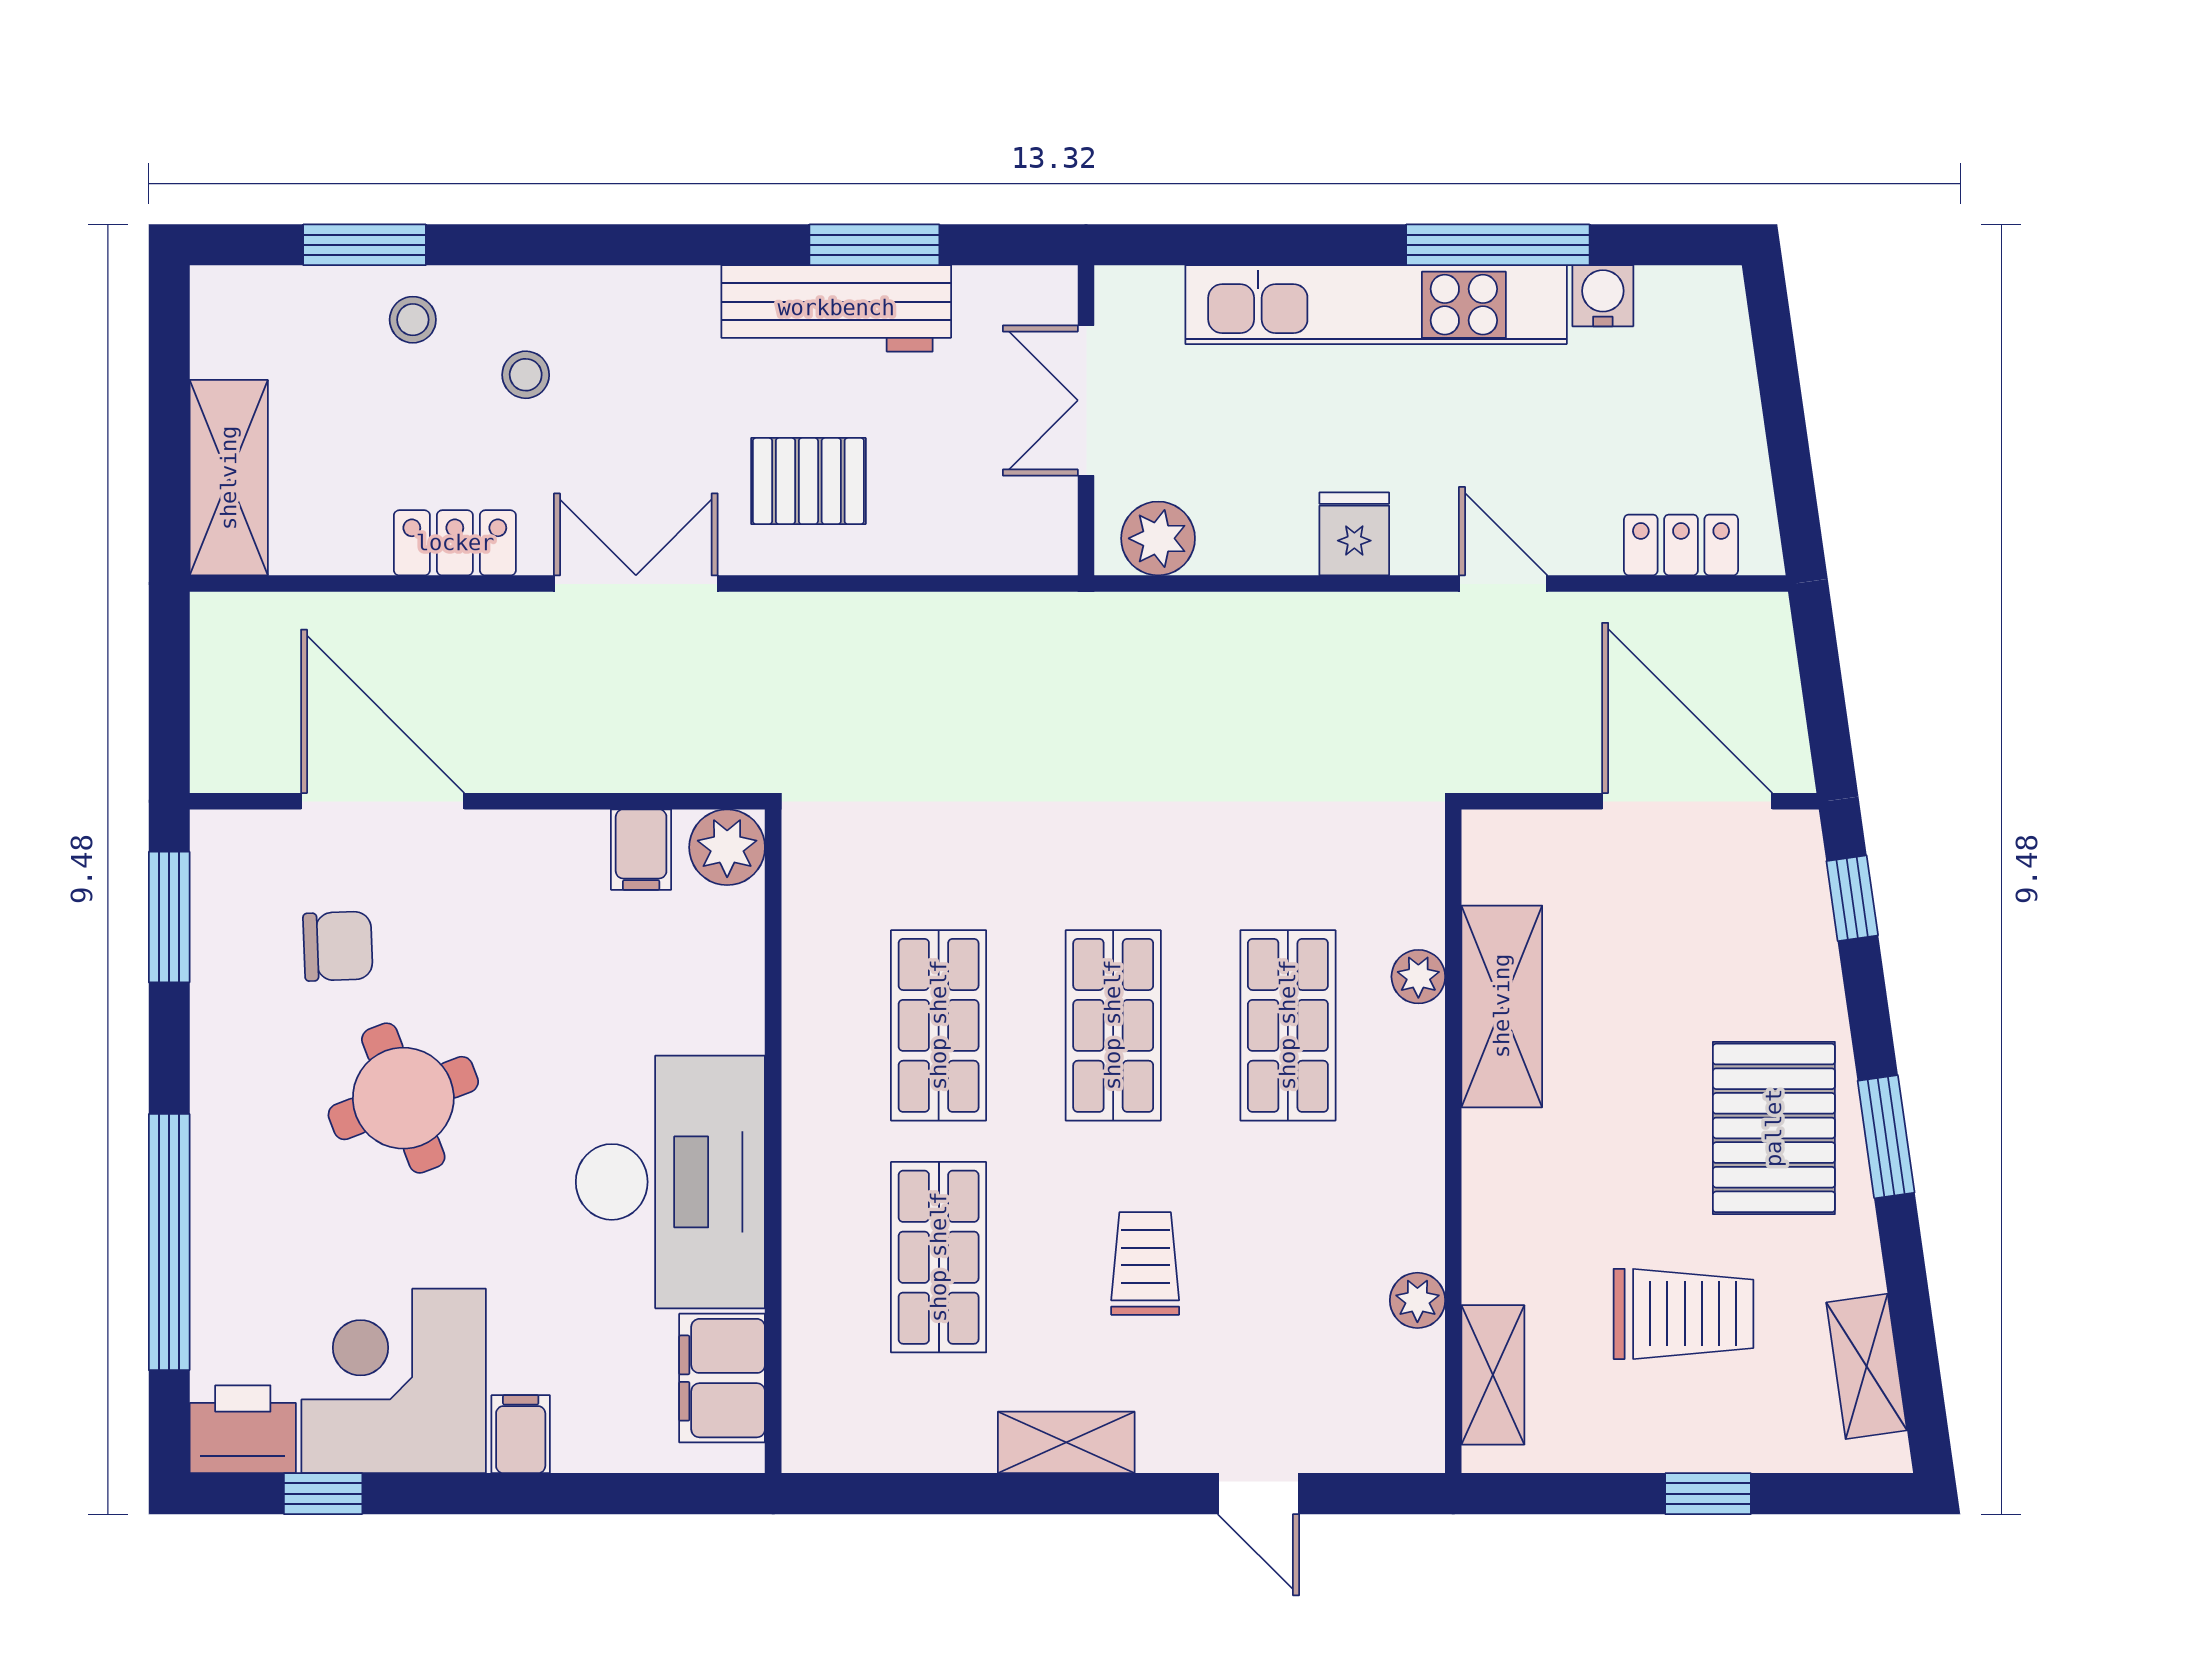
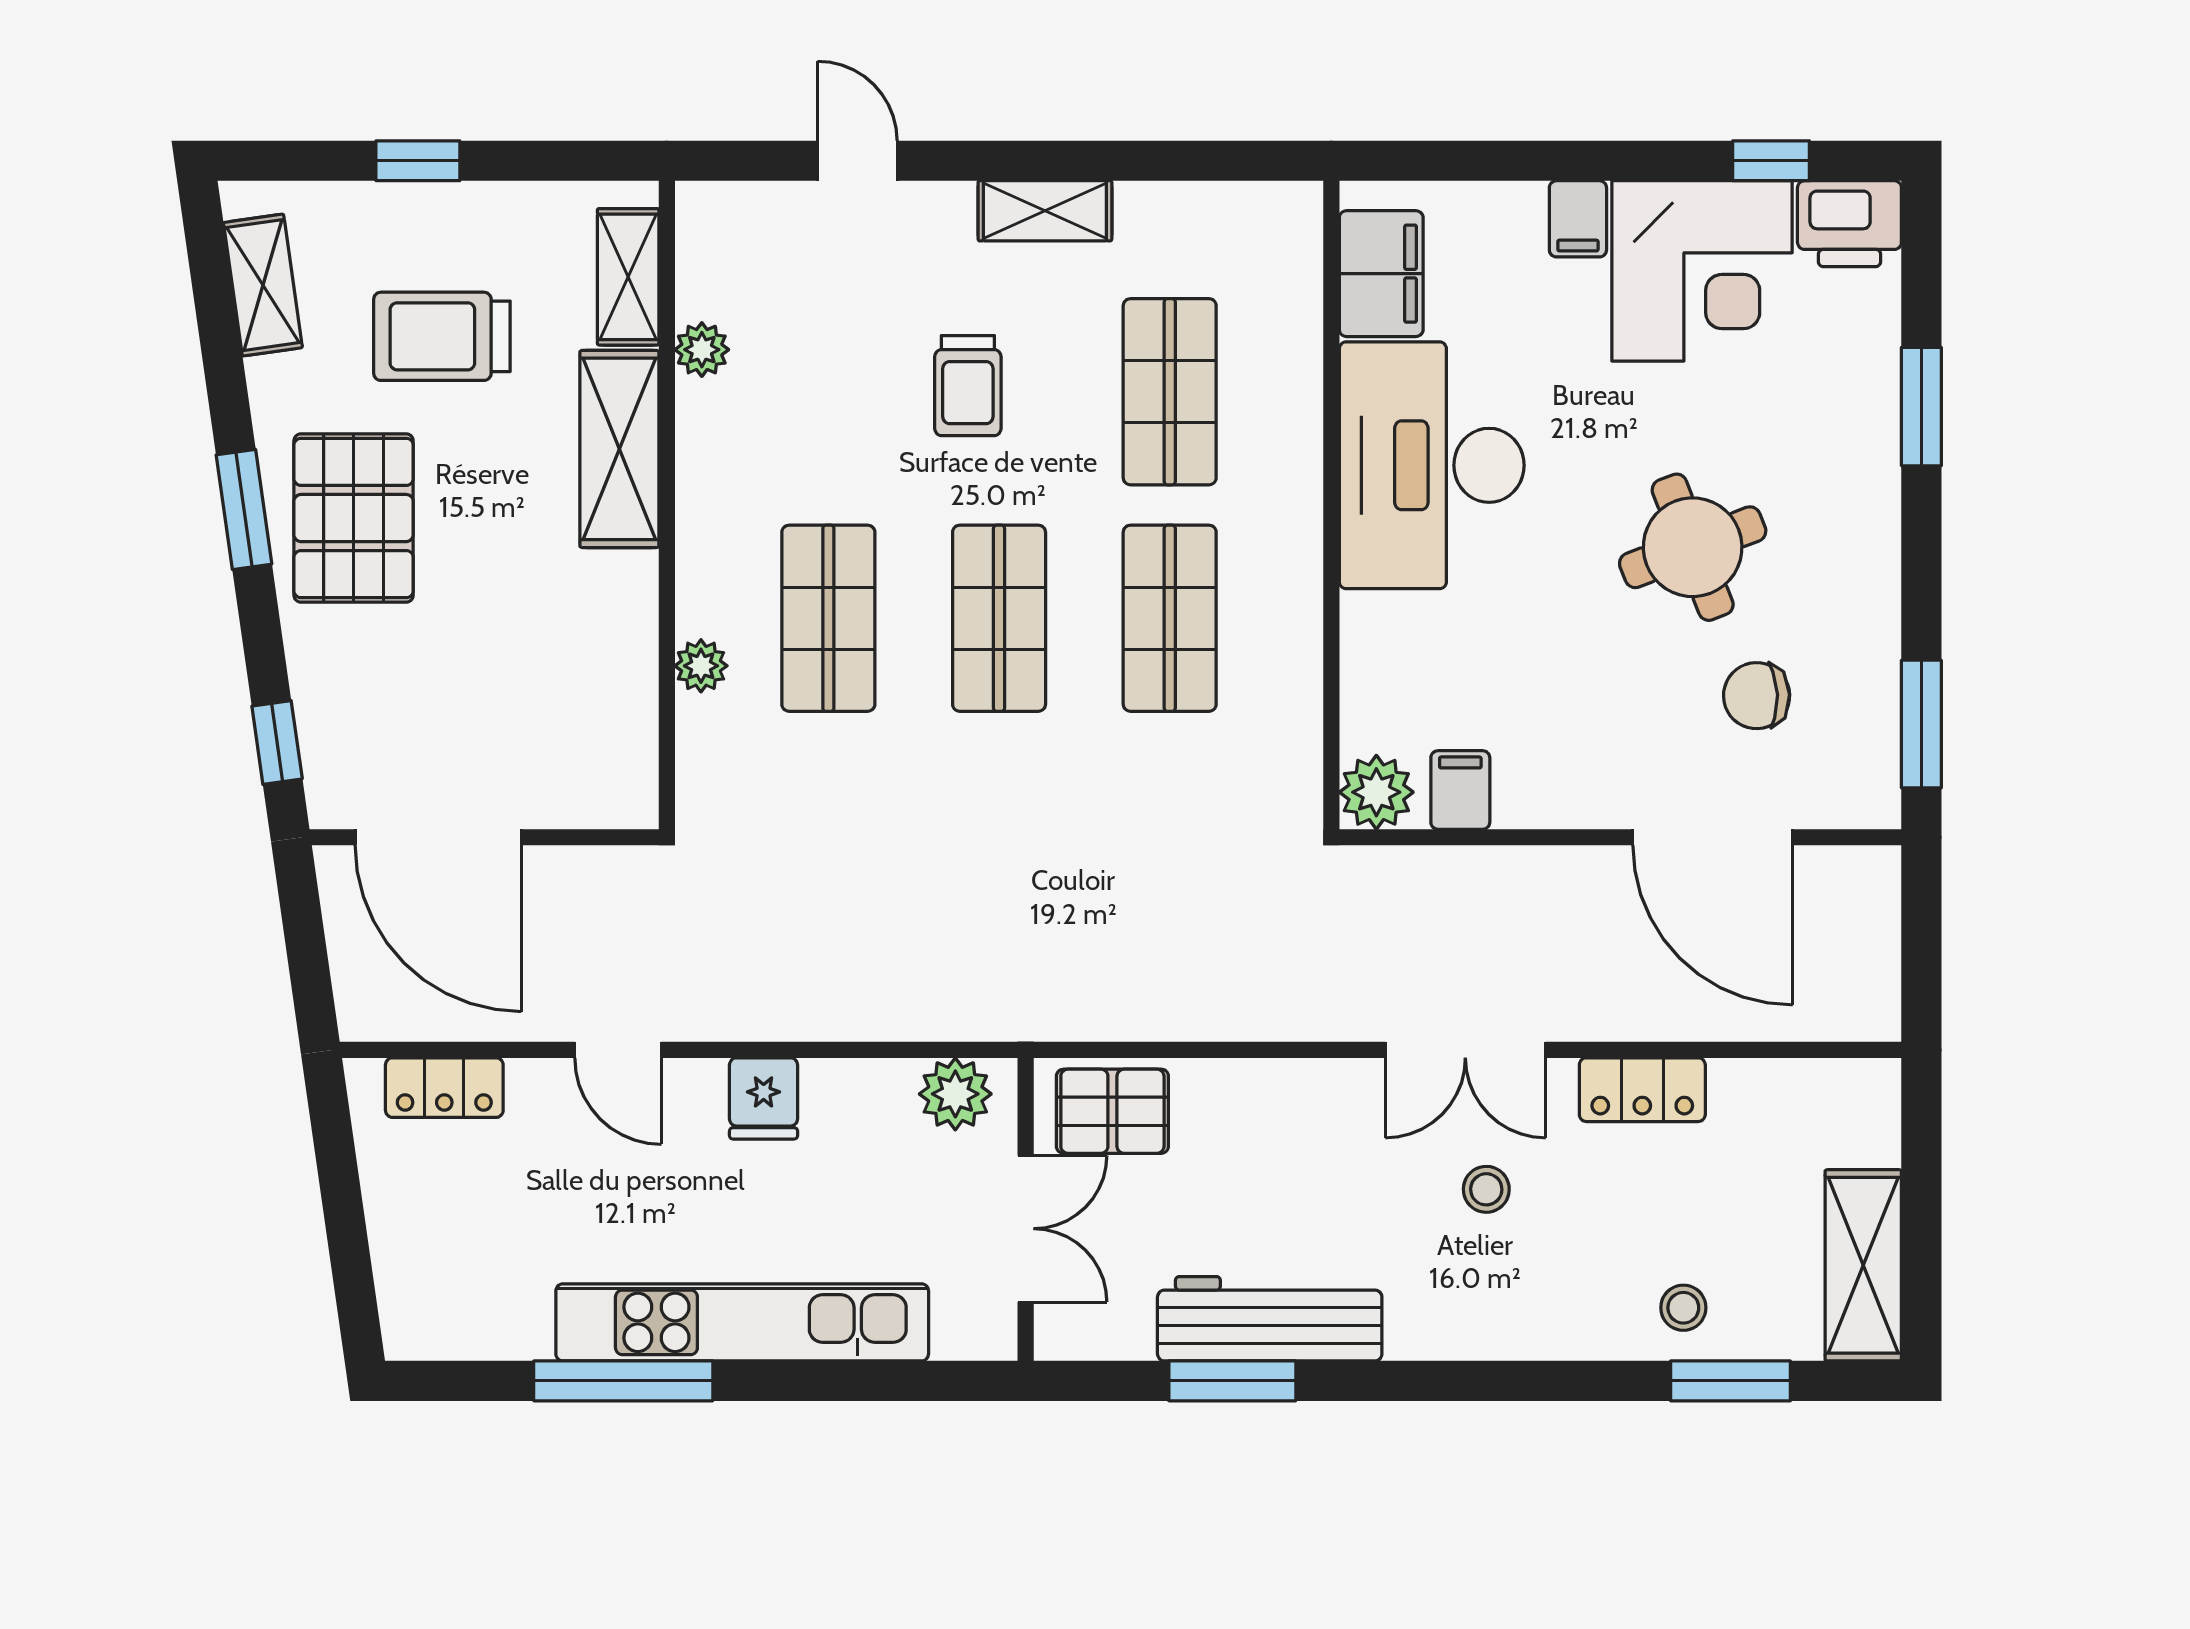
water cooler: (1603, 296) -> (521, 1331), removed
stool: (526, 375) -> (1486, 1189), moved
shelving: (229, 478) -> (1863, 1265), moved
pallet: (808, 481) -> (1112, 1111), moved
shelving: (1502, 1006) -> (619, 449), moved
window: (169, 1242) -> (1921, 407), width x0.47

